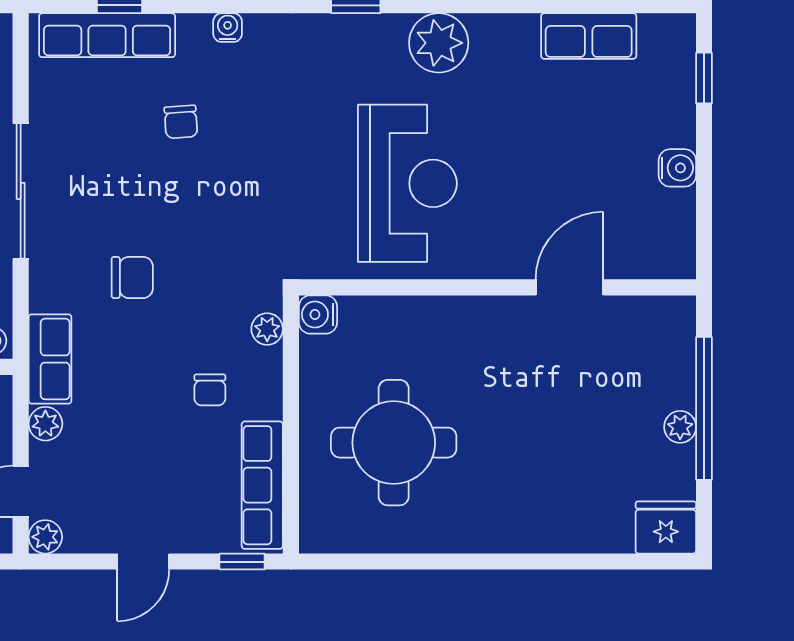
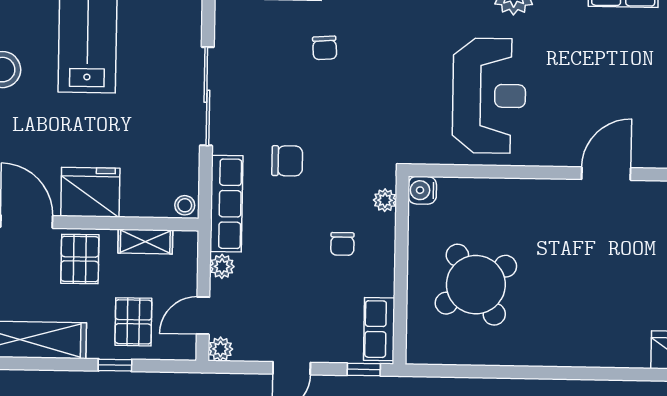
row of seats: (50, 359) -> (226, 204), width x1.48
round table: (394, 443) -> (476, 285), turned -33
row of seats: (262, 485) -> (379, 329), width x0.68

